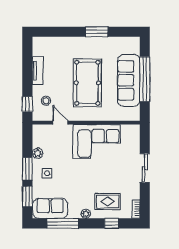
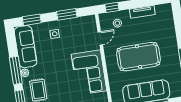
plant: (38, 153) -> (71, 23), removed
window: (27, 169) -> (67, 14), moved
sofa: (50, 208) -> (25, 47), width x1.36
window: (63, 223) -> (16, 70), moved

